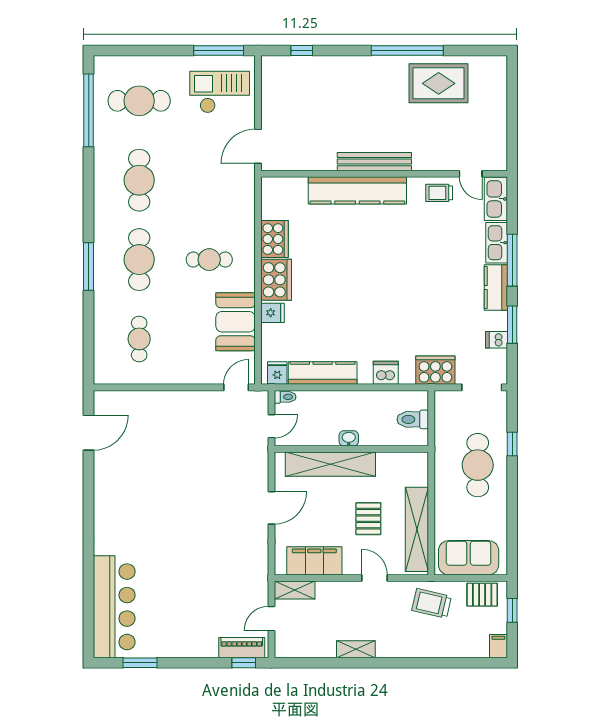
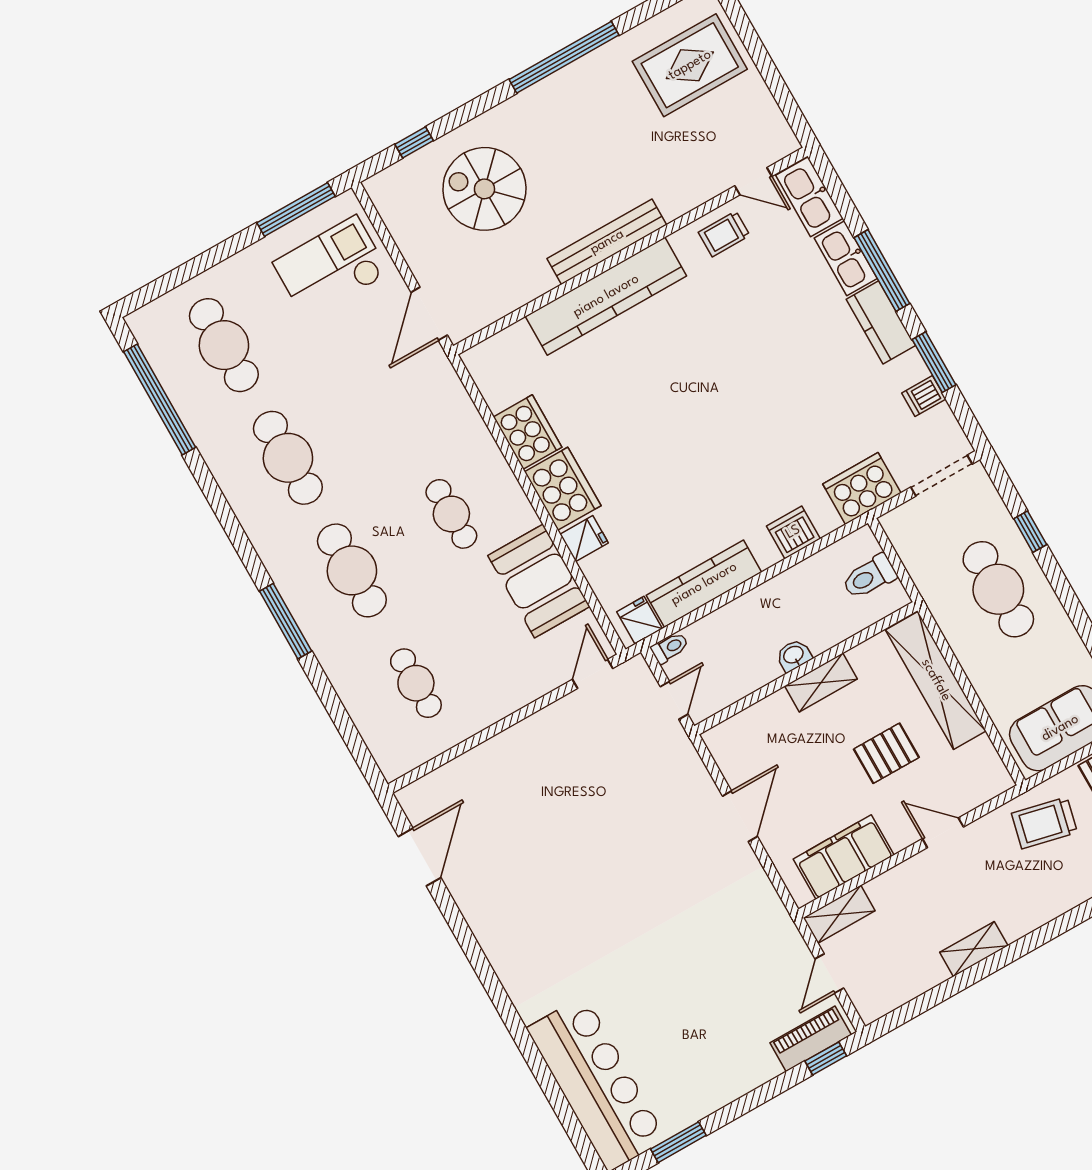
rug: (439, 83) -> (690, 65), moved
spiral stairs: (325, 97) -> (484, 189), added
cafe table: (139, 101) -> (224, 345), turned 90
cafe table: (209, 260) -> (451, 514), turned 90
shelving: (330, 464) -> (821, 682), width x0.45, depth x0.75
pallet: (368, 519) -> (886, 753), turned 90
shelving: (417, 529) -> (936, 680), moved

